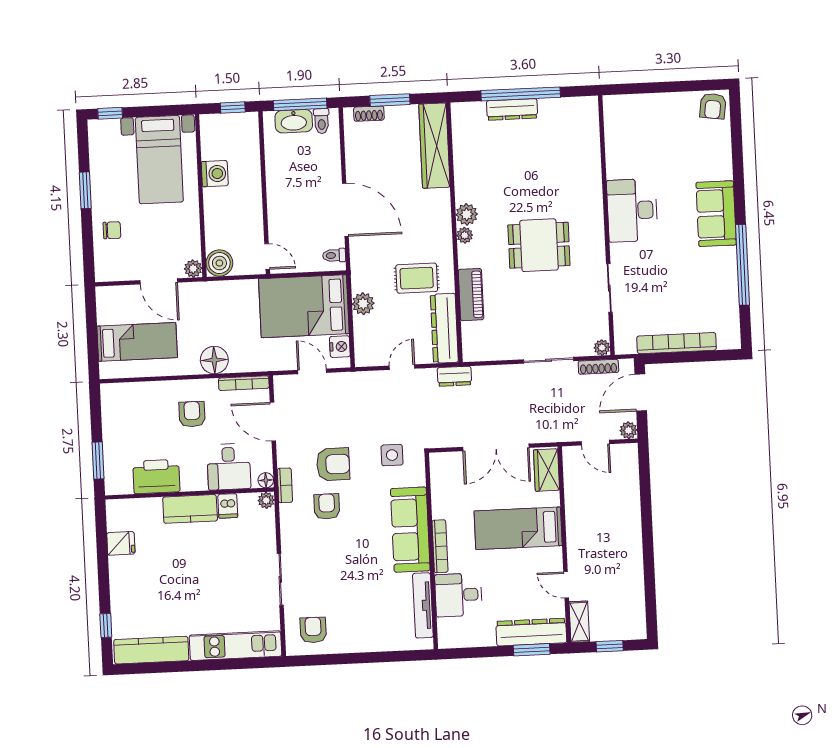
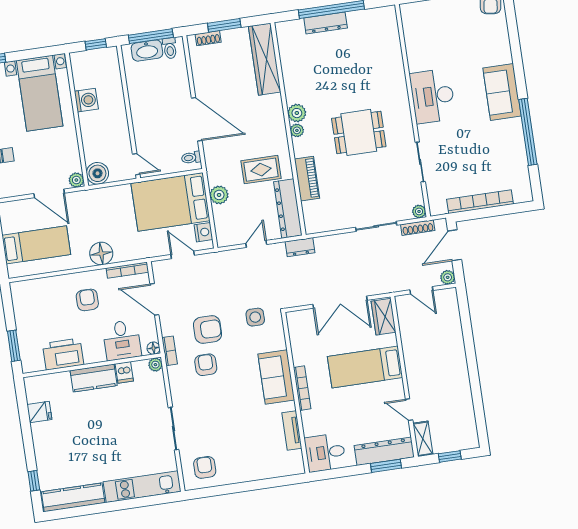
sofa: (410, 530) -> (276, 377), width x0.73
desk: (458, 595) -> (325, 453), moved
tv unit: (423, 605) -> (292, 431), width x0.71

